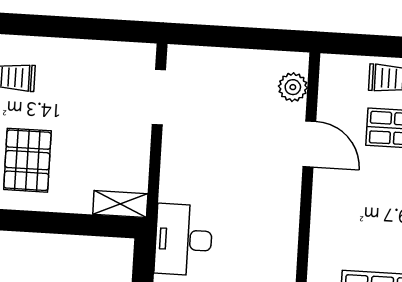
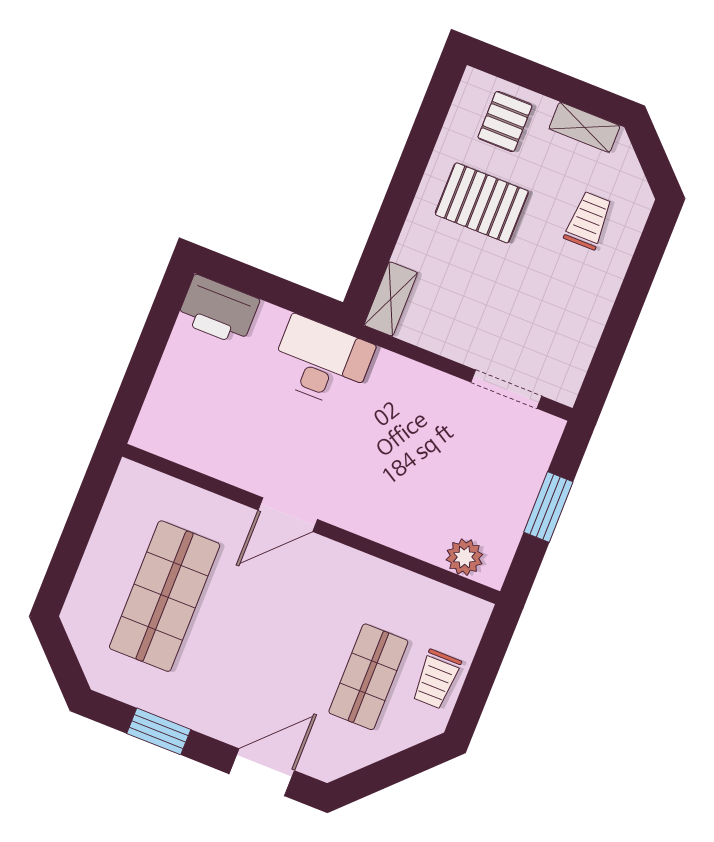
window: (236, 37) -> (548, 507), added
door: (309, 144) -> (288, 515), moved

